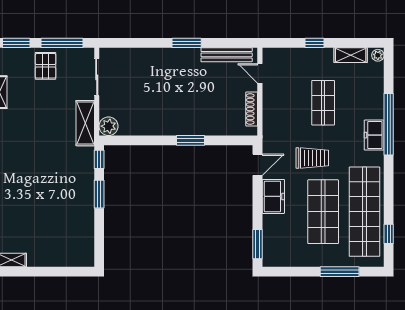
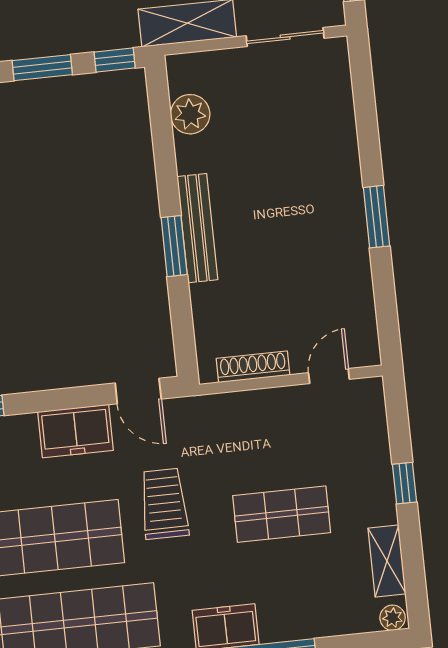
bench: (227, 55) -> (197, 228), moved
plant: (109, 126) -> (190, 114), moved
trolley: (312, 158) -> (164, 504), turned 180

